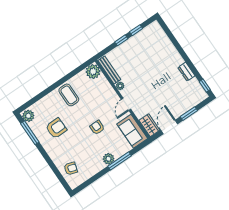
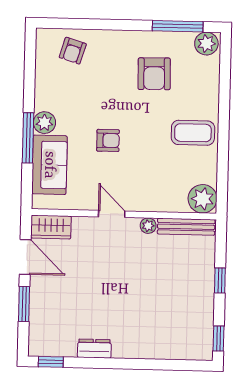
window: (136, 30) -> (218, 339), moved
sofa: (132, 131) -> (49, 165), moved, turned 90

